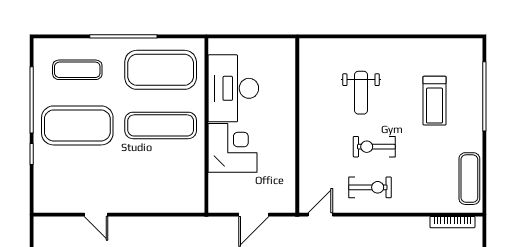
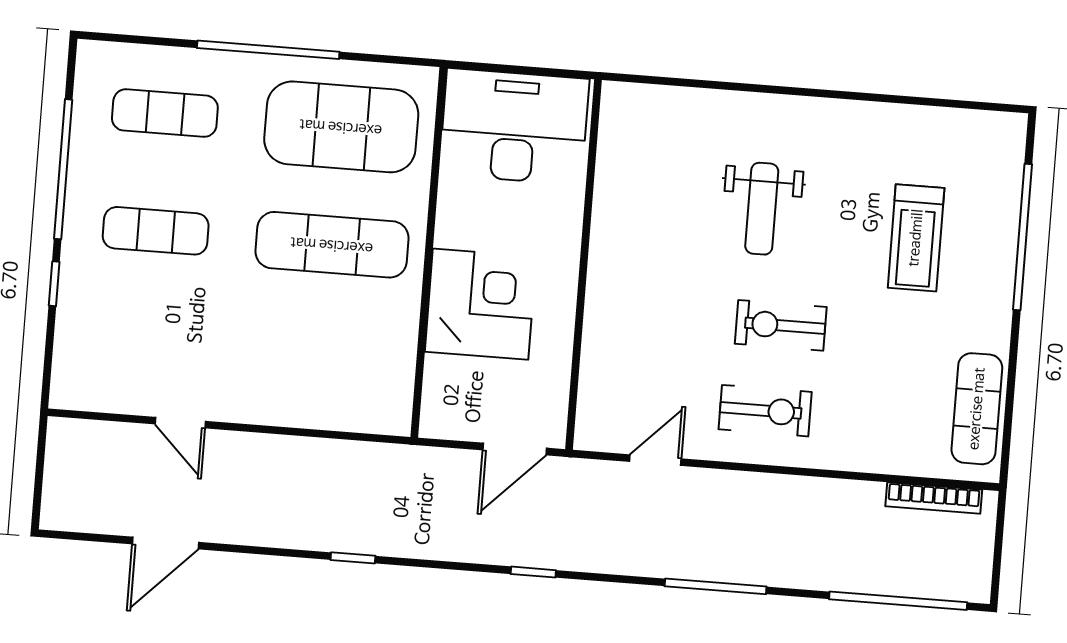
desk: (233, 88) -> (514, 127), moved, turned 90
exercise mat: (77, 125) -> (156, 231), width x0.50, depth x0.69
wall: (297, 125) -> (584, 265), moved

